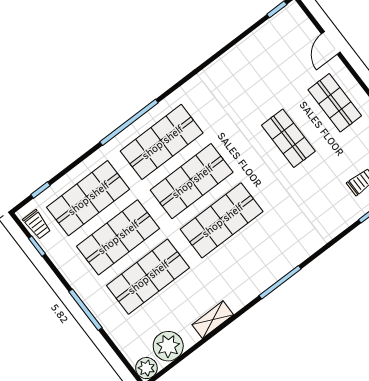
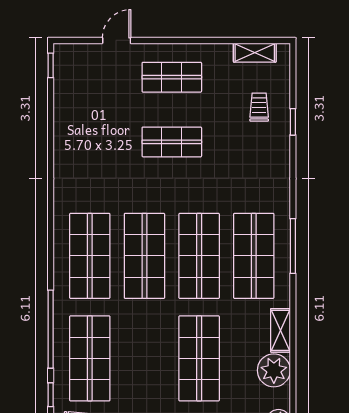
door: (331, 43) -> (117, 40), swing flipped
window: (129, 122) -> (51, 329), moved
shop shelf: (118, 237) -> (254, 256), moved
plant: (168, 346) -> (274, 370), moved

